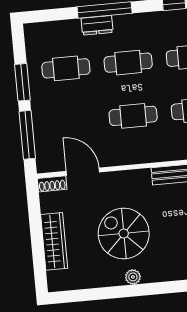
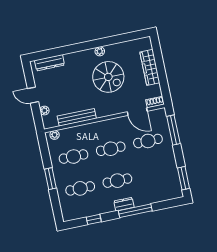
dresser: (97, 25) -> (124, 204), moved
cafe table: (66, 68) -> (148, 141), moved
window: (22, 82) -> (183, 178), moved

